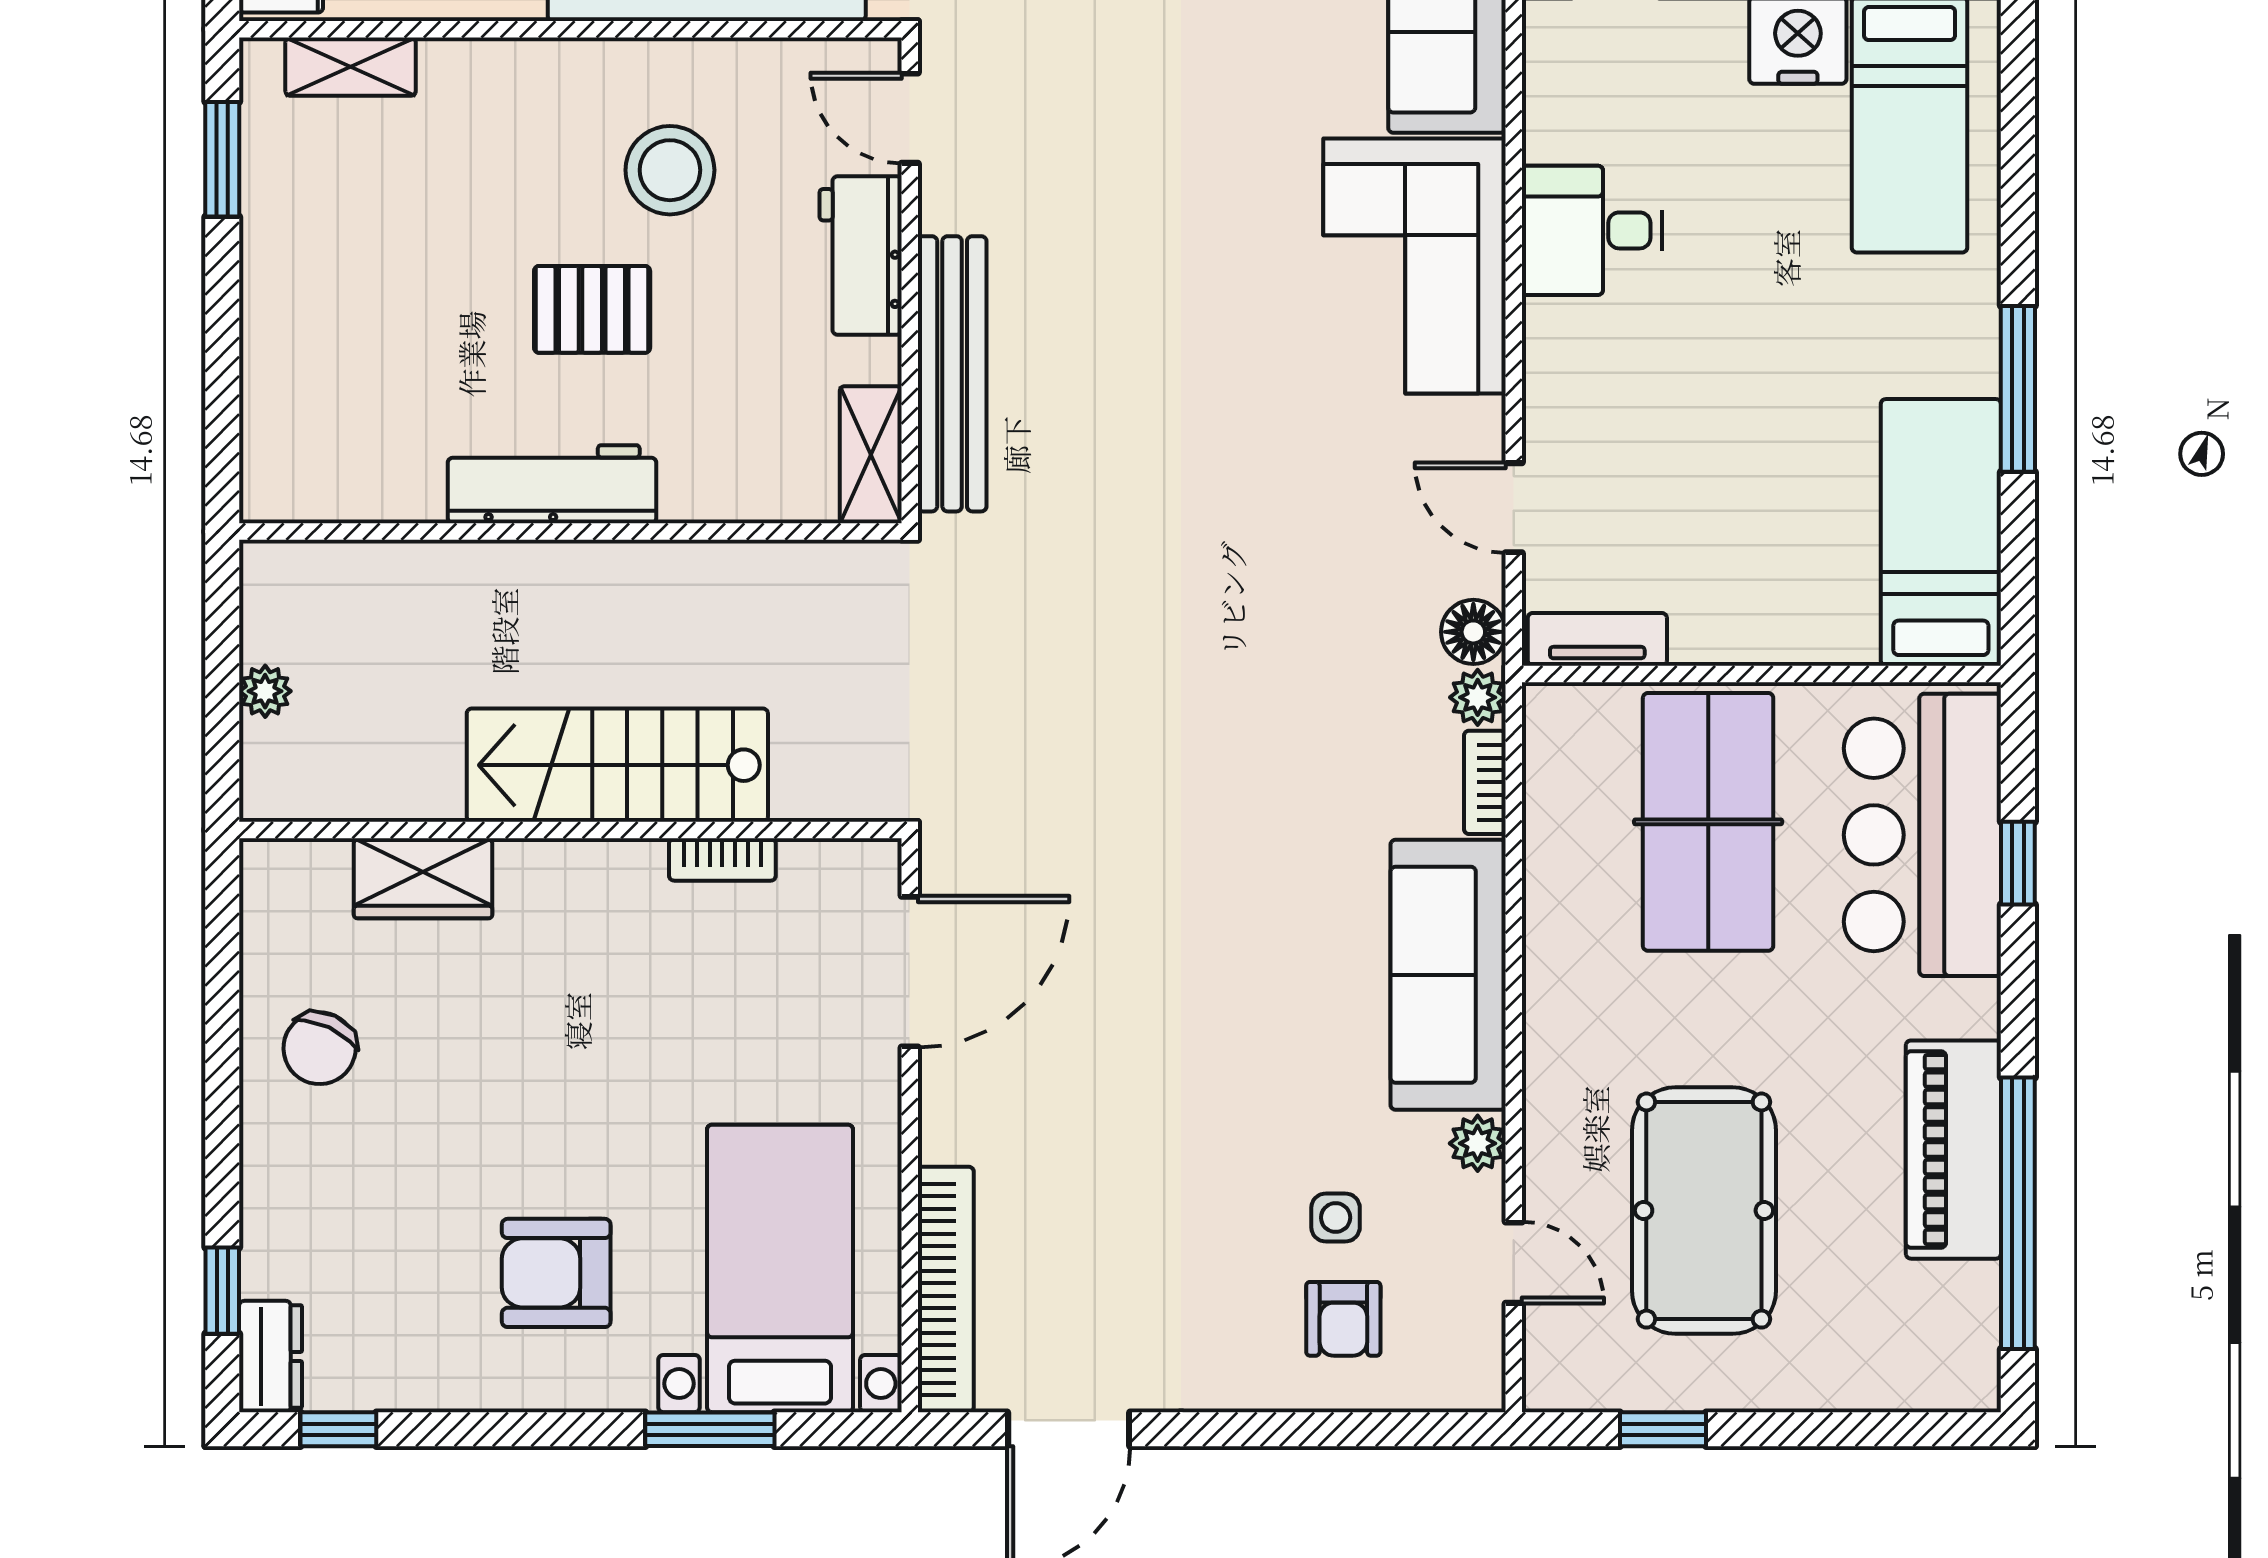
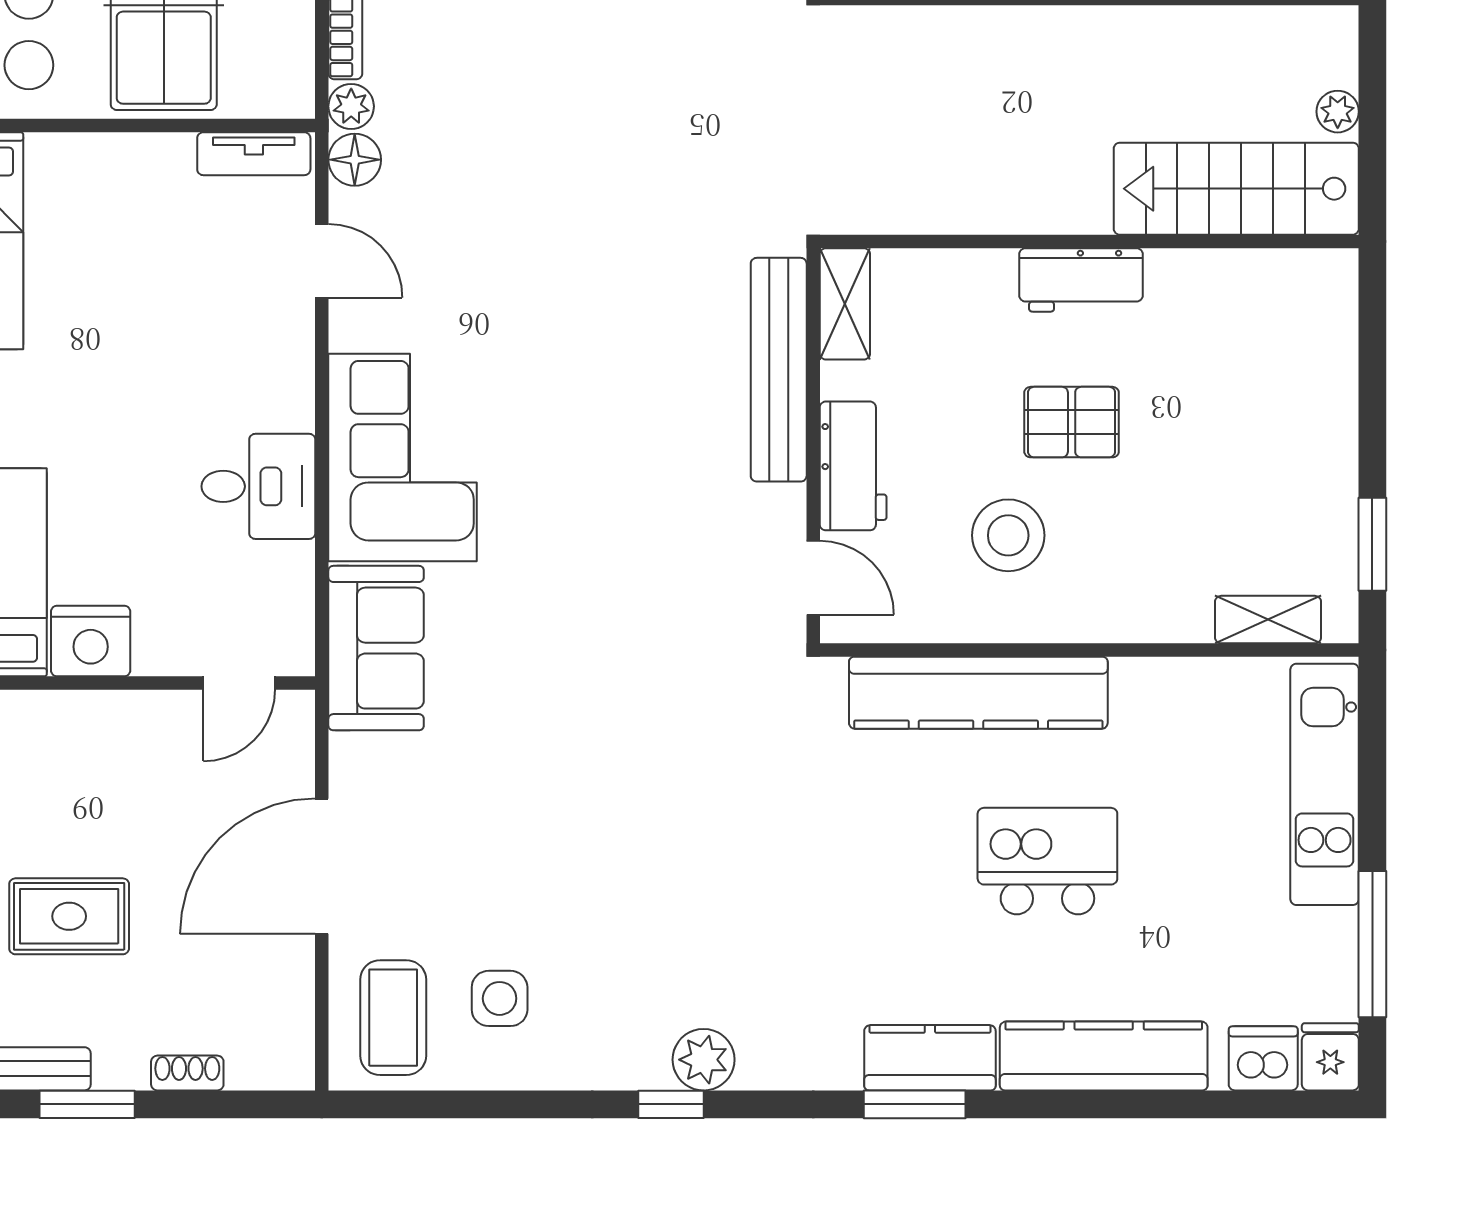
workbench: (552, 484) -> (1081, 280), width x0.73
stairs: (617, 765) -> (1236, 189), moved, turned 180

